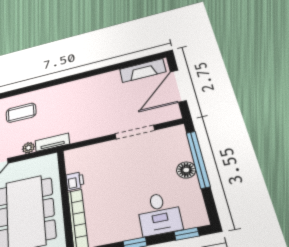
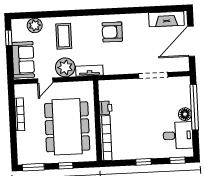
armchair: (78, 97) -> (112, 32), added
coffee table: (21, 113) -> (64, 36), turned 90
plant: (28, 148) -> (65, 67), width x1.87, depth x1.87
desk: (159, 214) -> (178, 135), moved, turned -90

